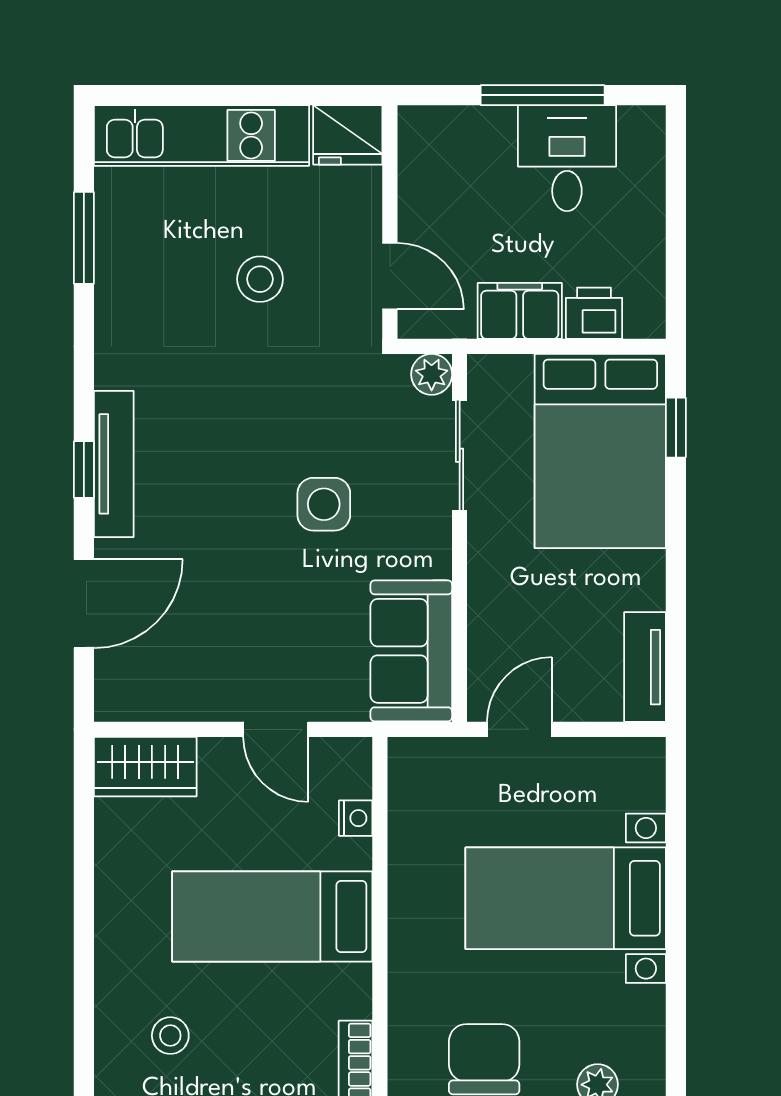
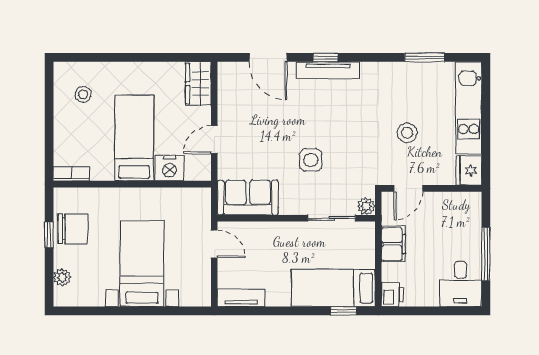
desk: (567, 158) -> (461, 284), moved, turned 90
printer: (594, 313) -> (392, 295), moved
bed: (600, 451) -> (333, 288), width x0.67
nightstand: (356, 818) -> (169, 168), width x1.89, depth x1.79

